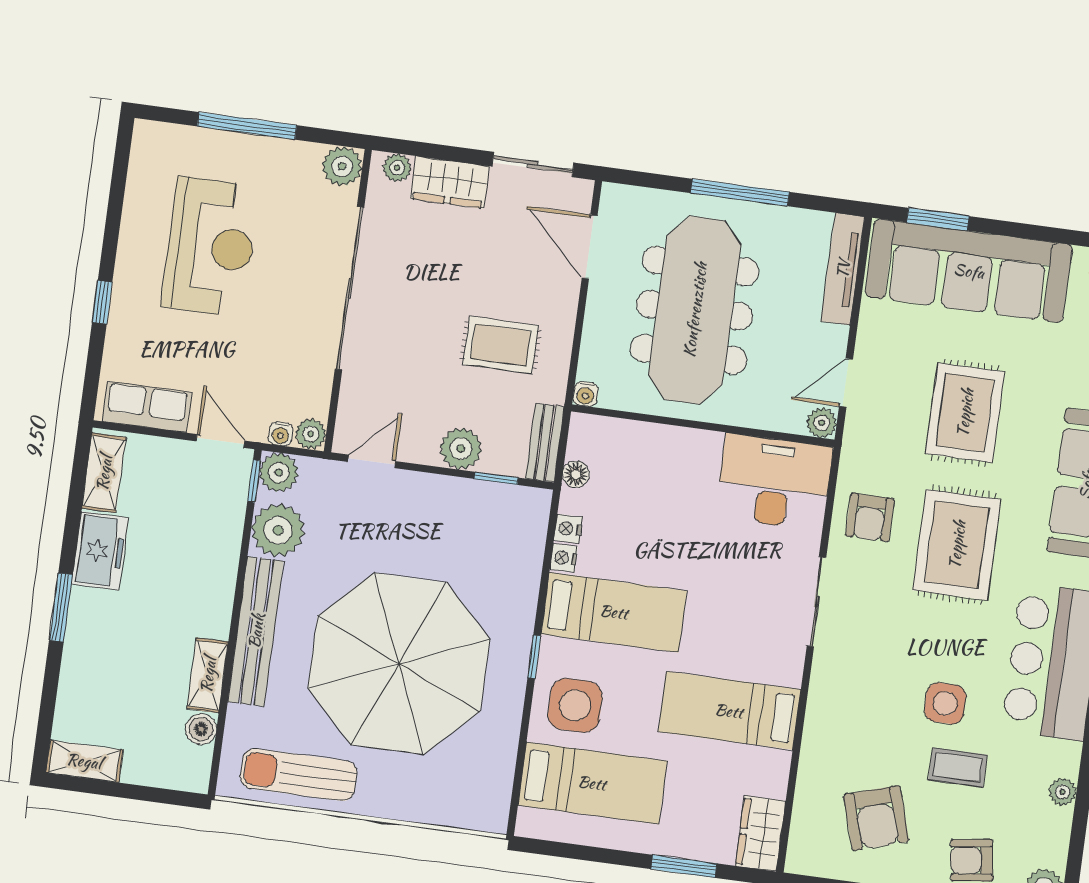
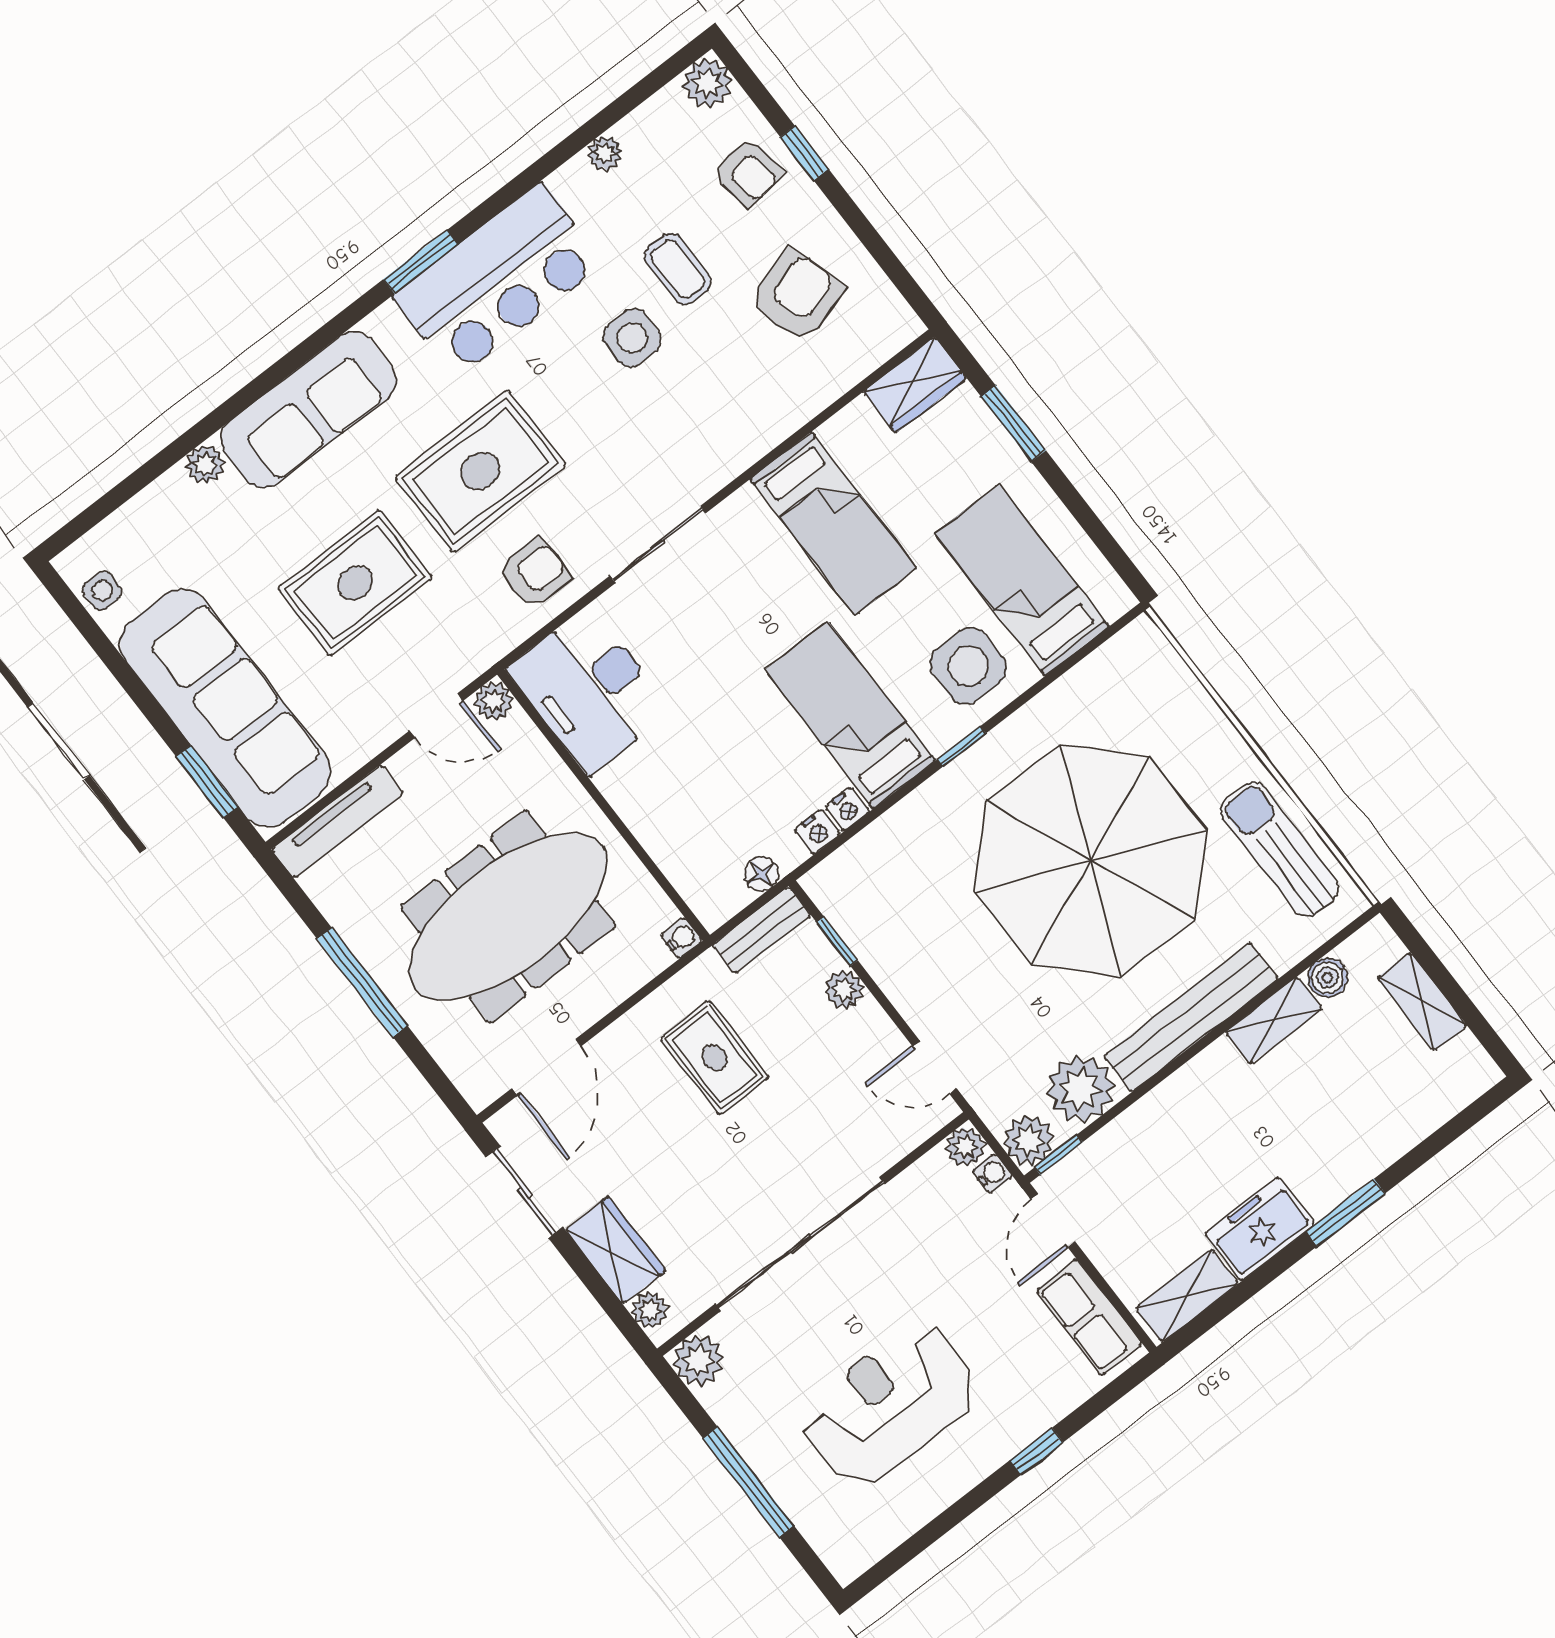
plant: (461, 449) -> (844, 989), width x0.73, depth x0.73
shelving: (84, 761) -> (1422, 1002), moved
sun lounger: (299, 775) -> (1280, 849), turned 180

